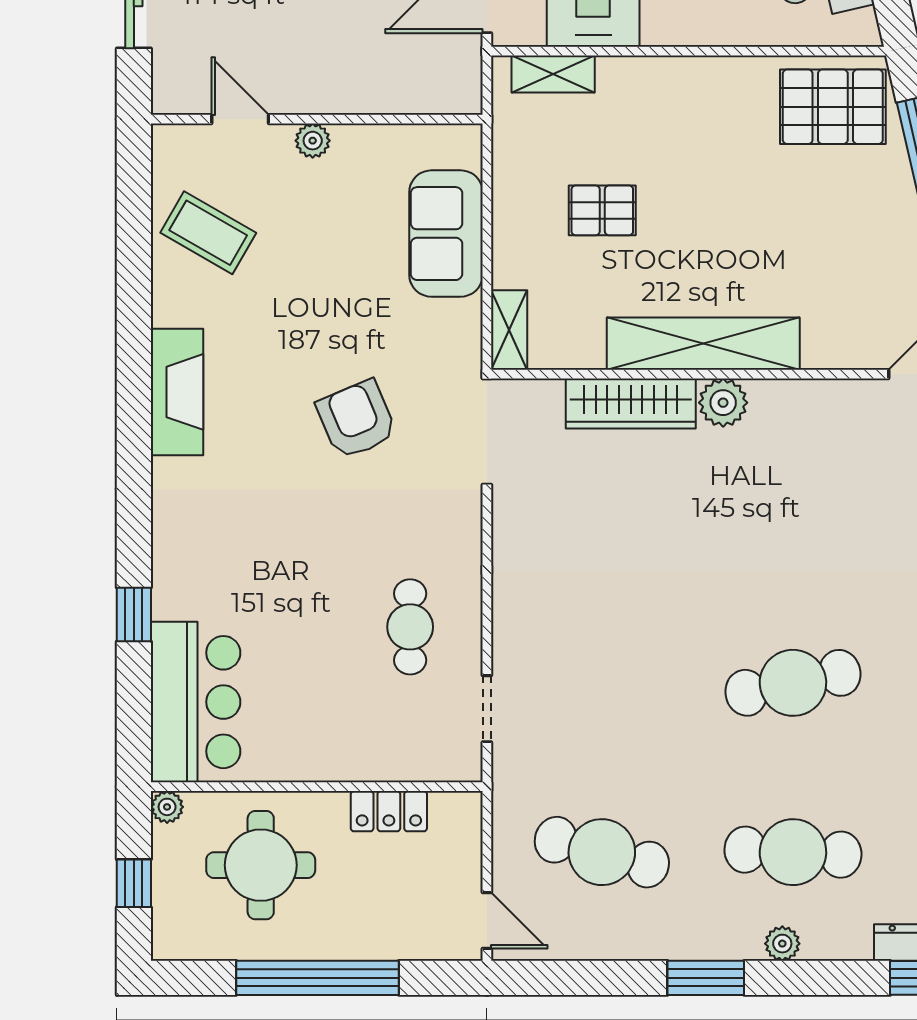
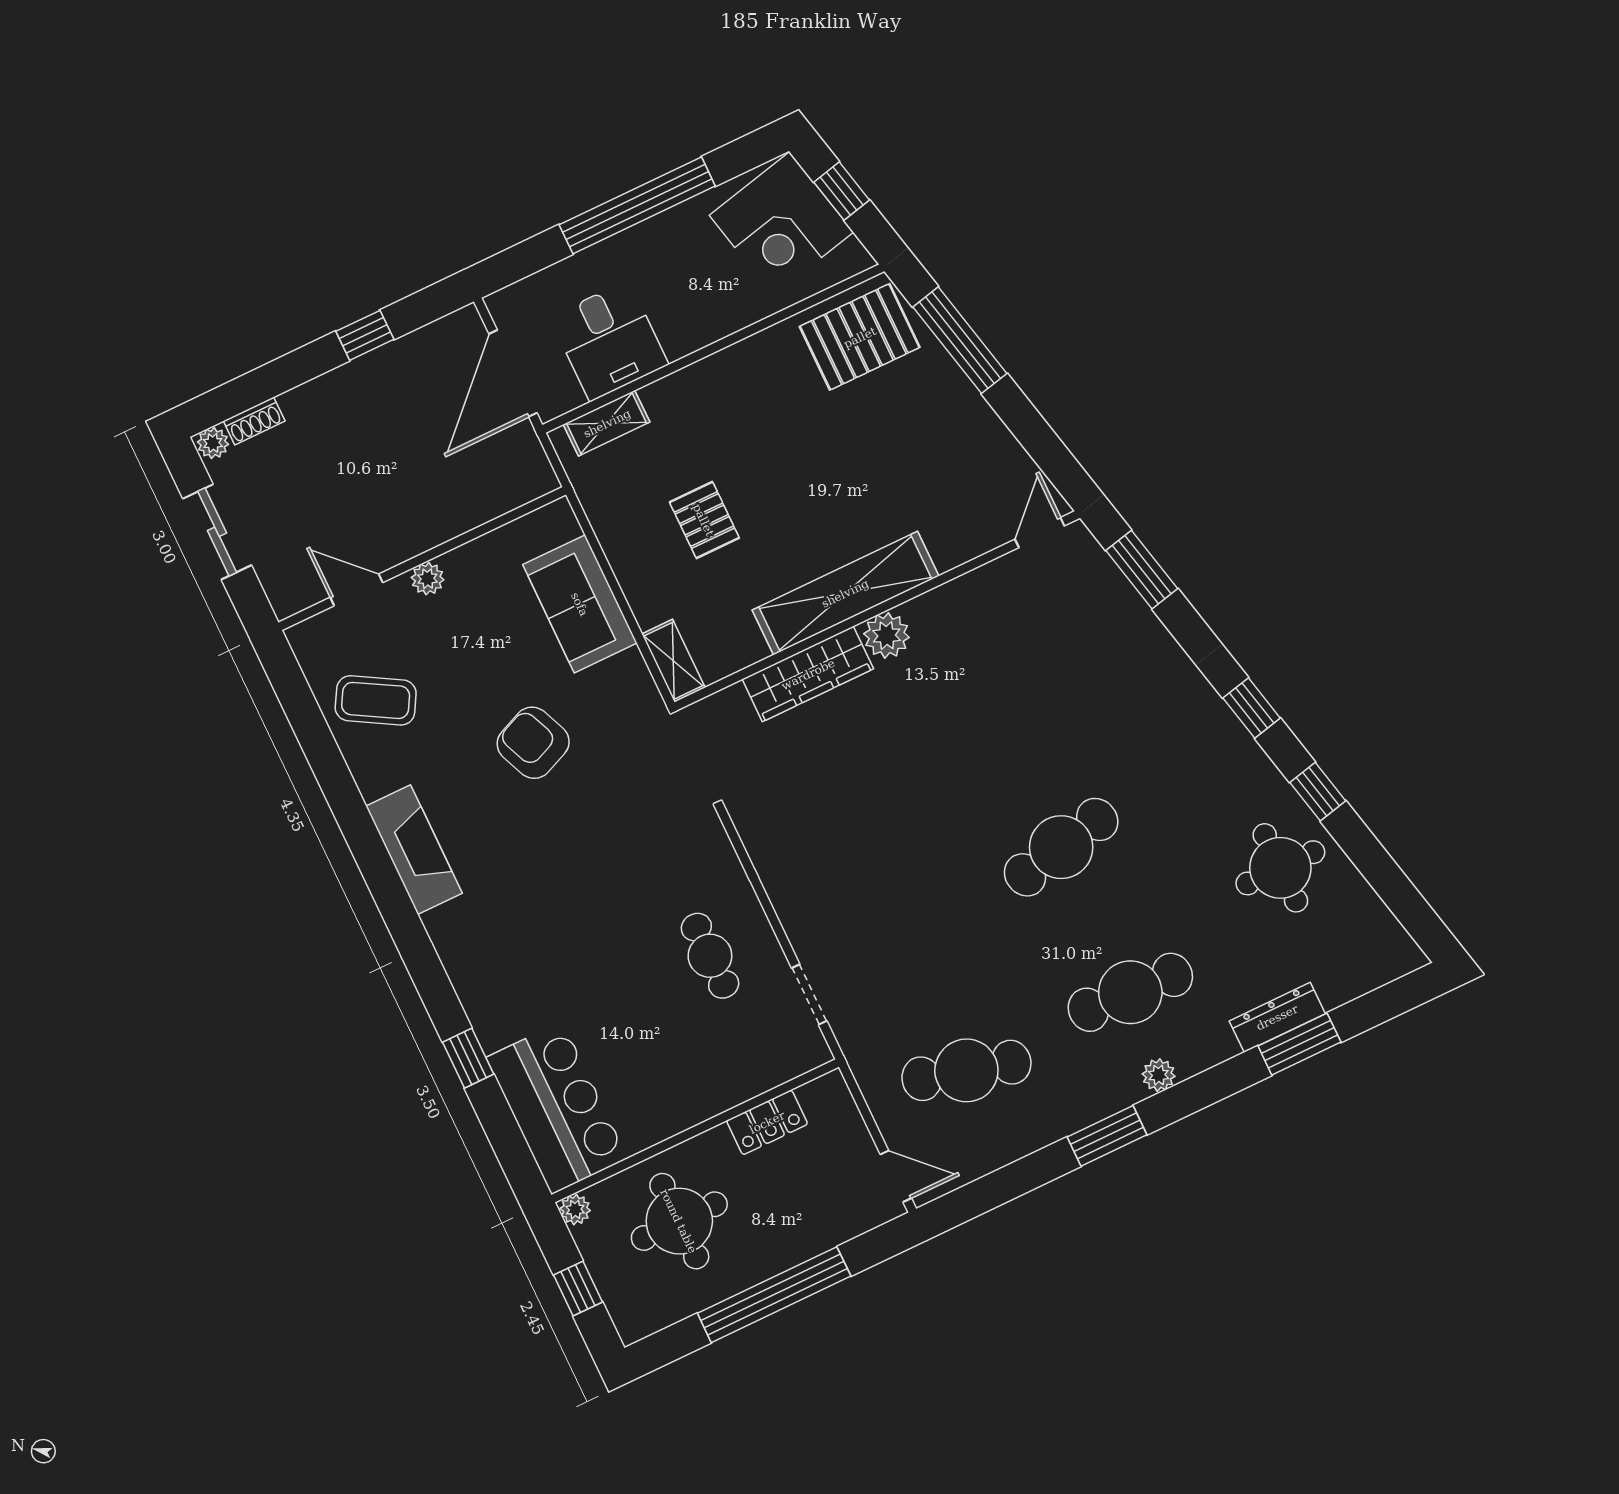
pallet: (602, 210) -> (704, 520), turned 90
armchair: (357, 419) -> (533, 743), moved

